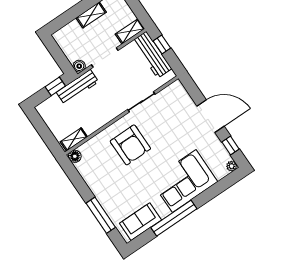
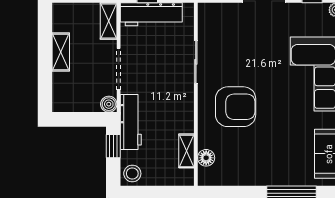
stool: (46, 109) -> (132, 174), added
shelving: (74, 139) -> (186, 151), moved
floor lamp: (75, 156) -> (206, 158), moved

